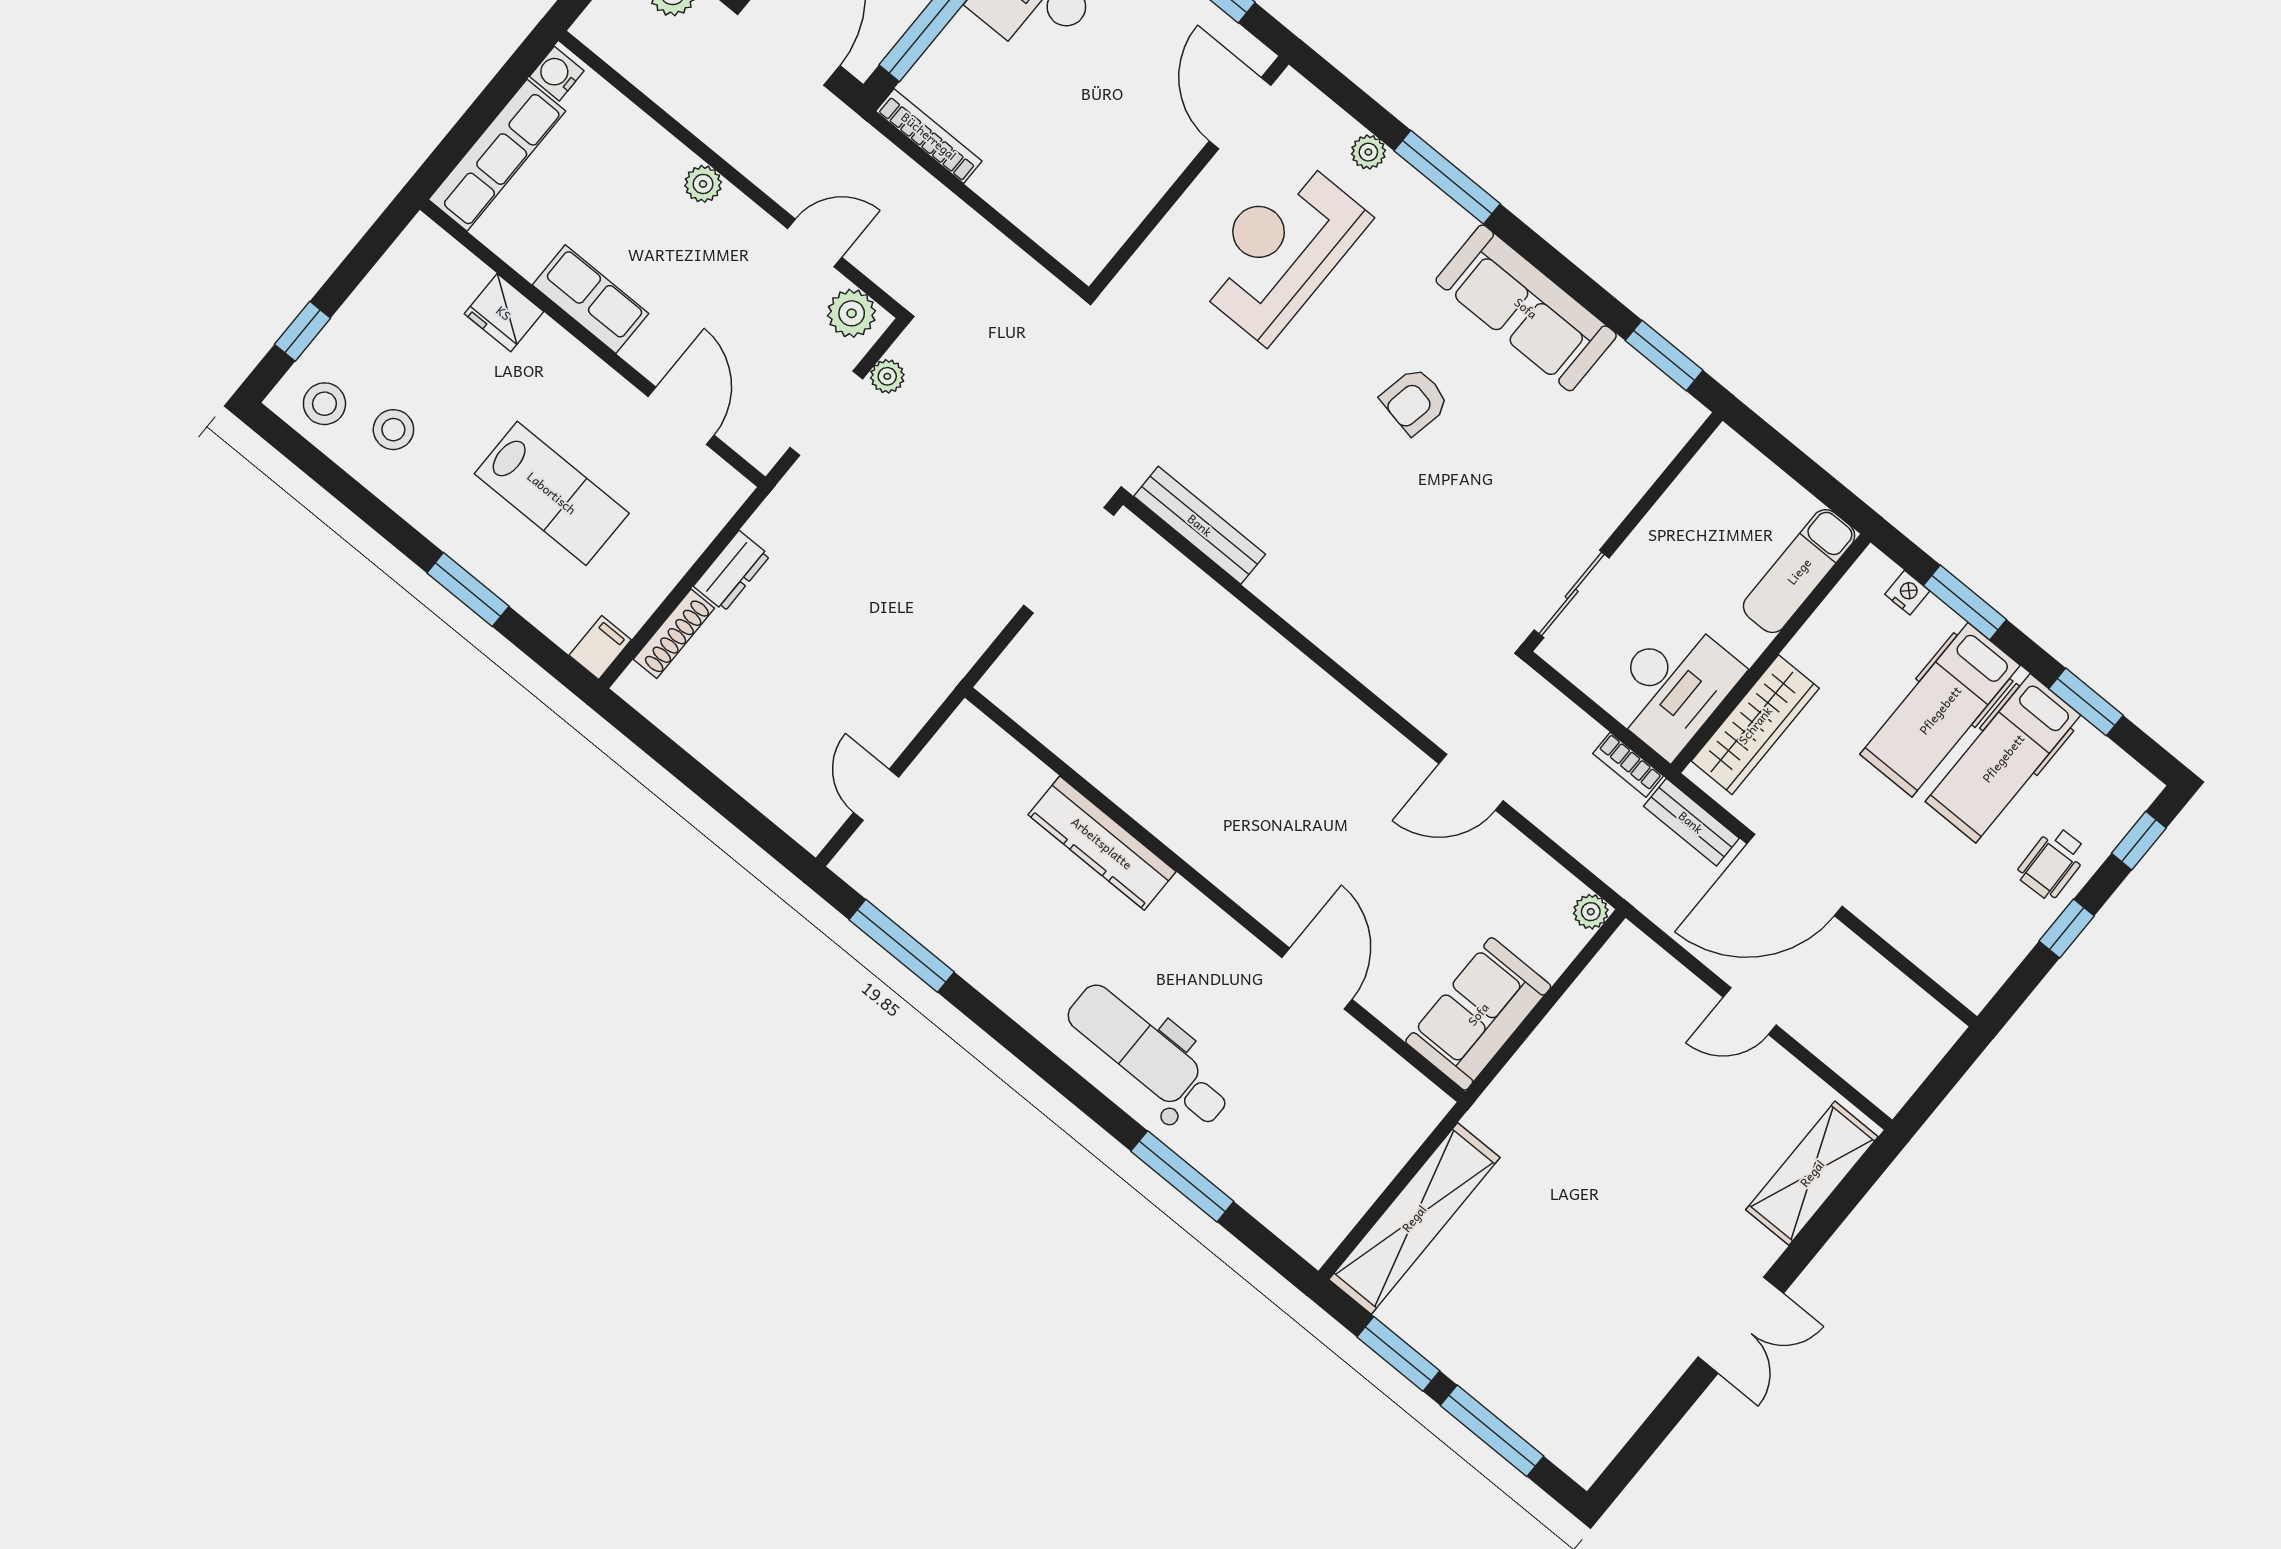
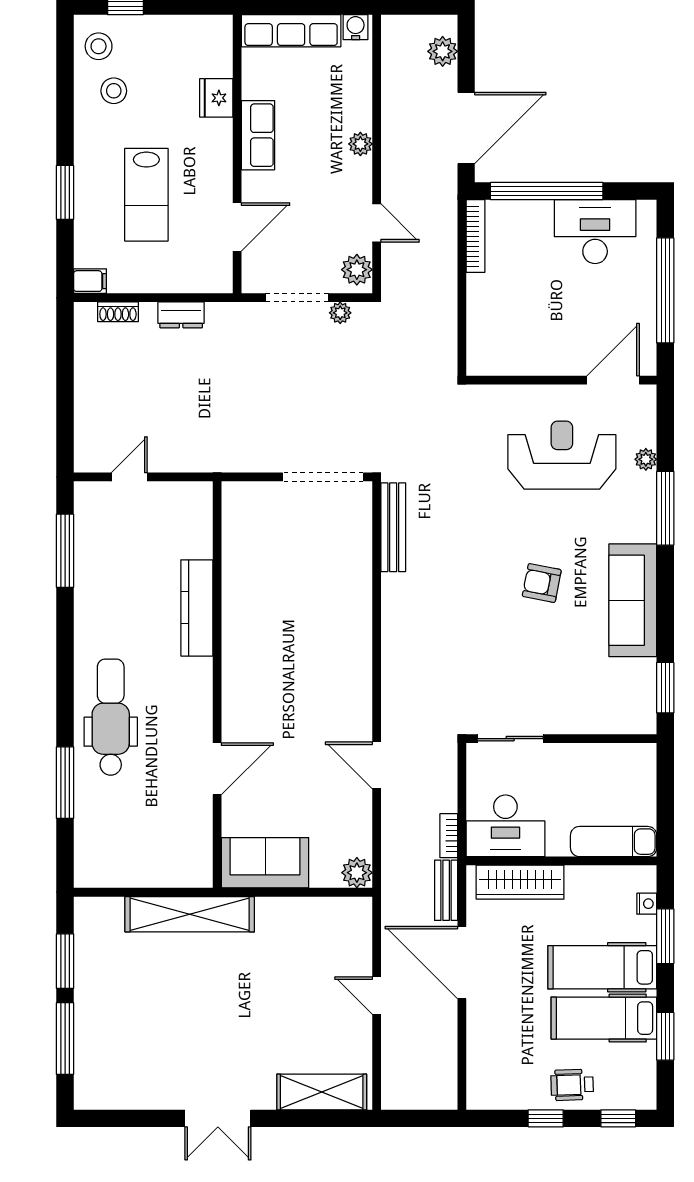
shoe rack: (674, 634) -> (118, 312), width x0.70
plant: (1591, 912) -> (357, 873), width x1.38, depth x1.38
shelving: (1414, 1218) -> (190, 914), moved

